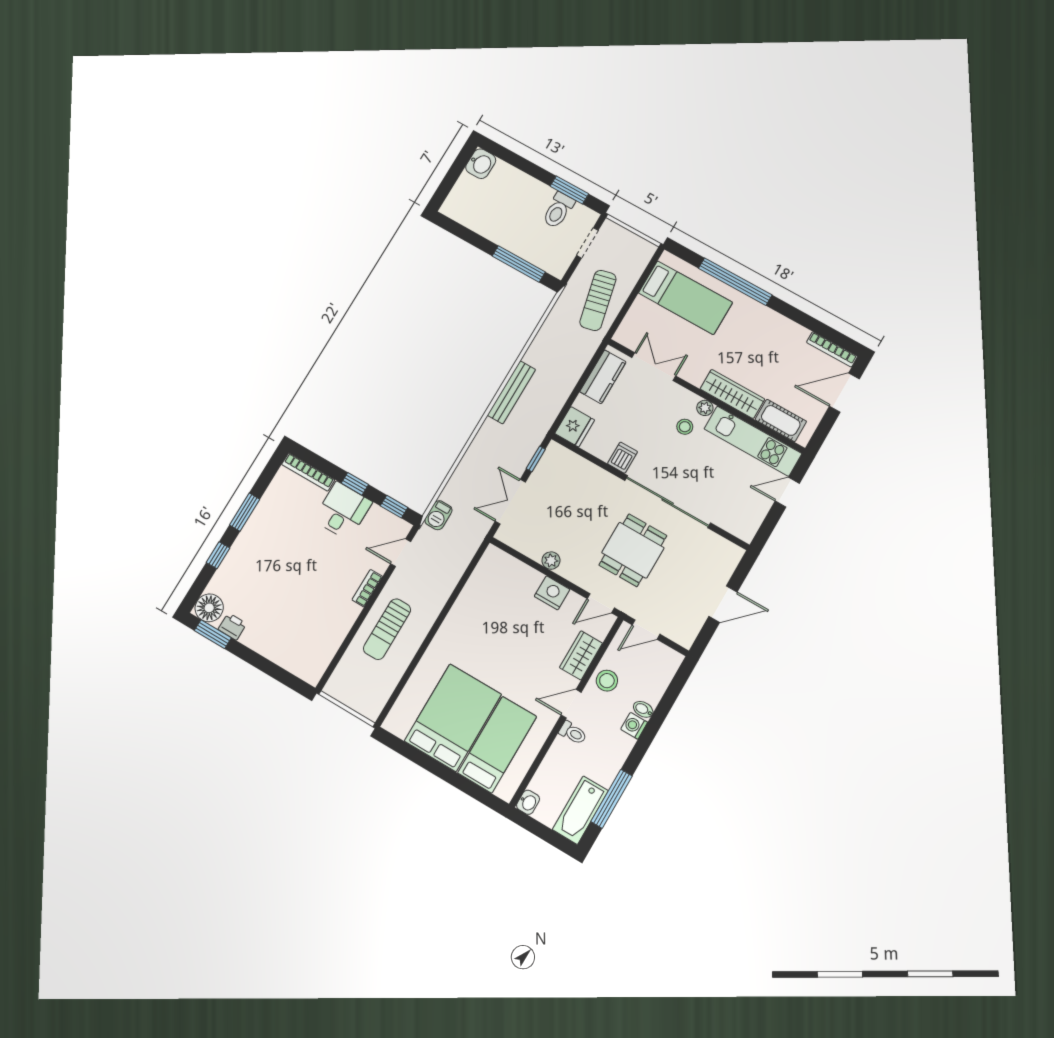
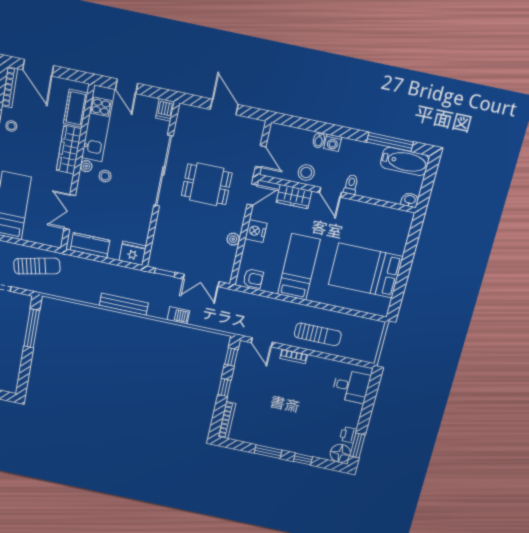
stool: (784, 334) -> (11, 126), added
dishwasher: (623, 458) -> (165, 110), moved, turned -90
desk: (343, 511) -> (351, 386), moved, turned 180
barbecue: (438, 515) -> (178, 315), moved
armchair: (490, 569) -> (253, 279), added
door: (601, 603) -> (252, 195), hinge flipped
bed: (497, 745) -> (299, 267), moved, turned 90

